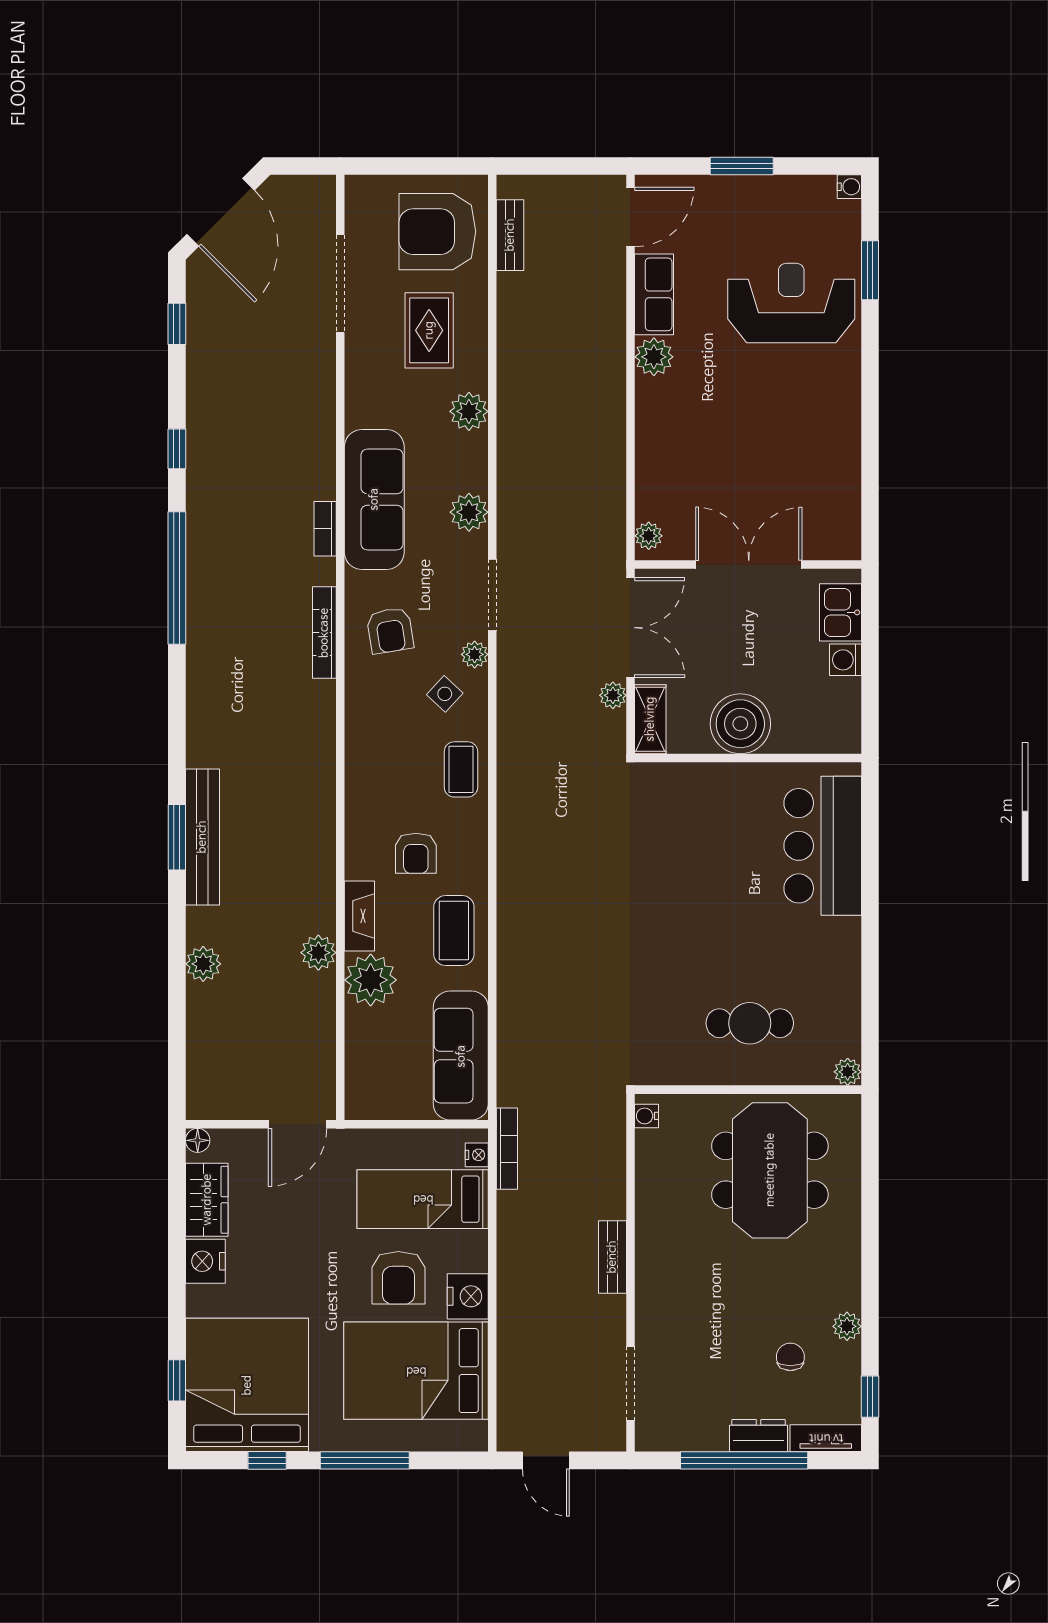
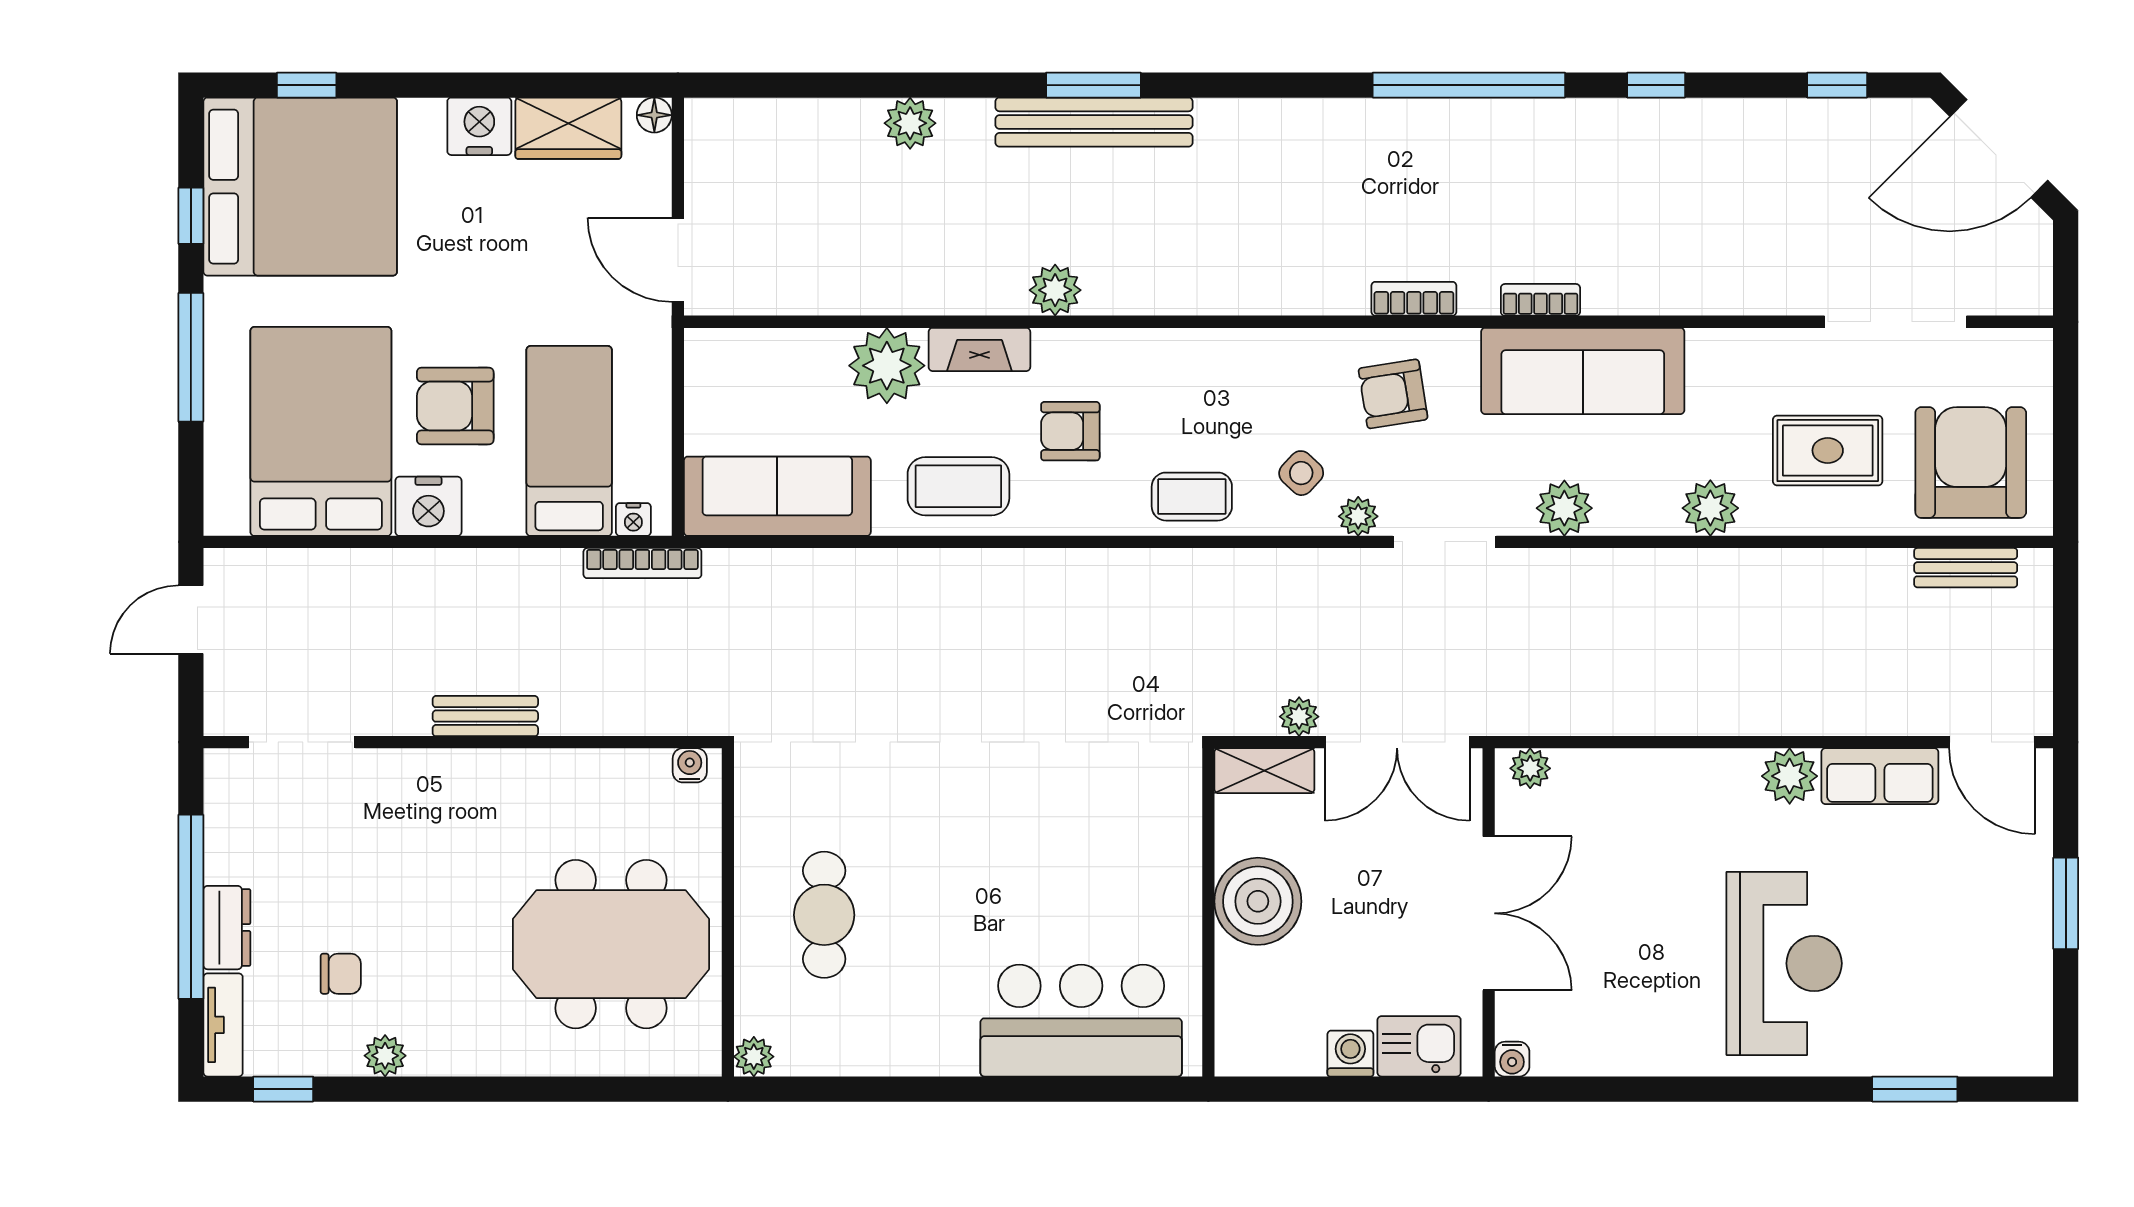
water cooler: (849, 187) -> (1512, 1059), moved
reception desk: (791, 303) -> (1784, 963), moved
bookcase: (324, 633) -> (1414, 299), width x0.64
plant: (318, 953) -> (1055, 290), moved

